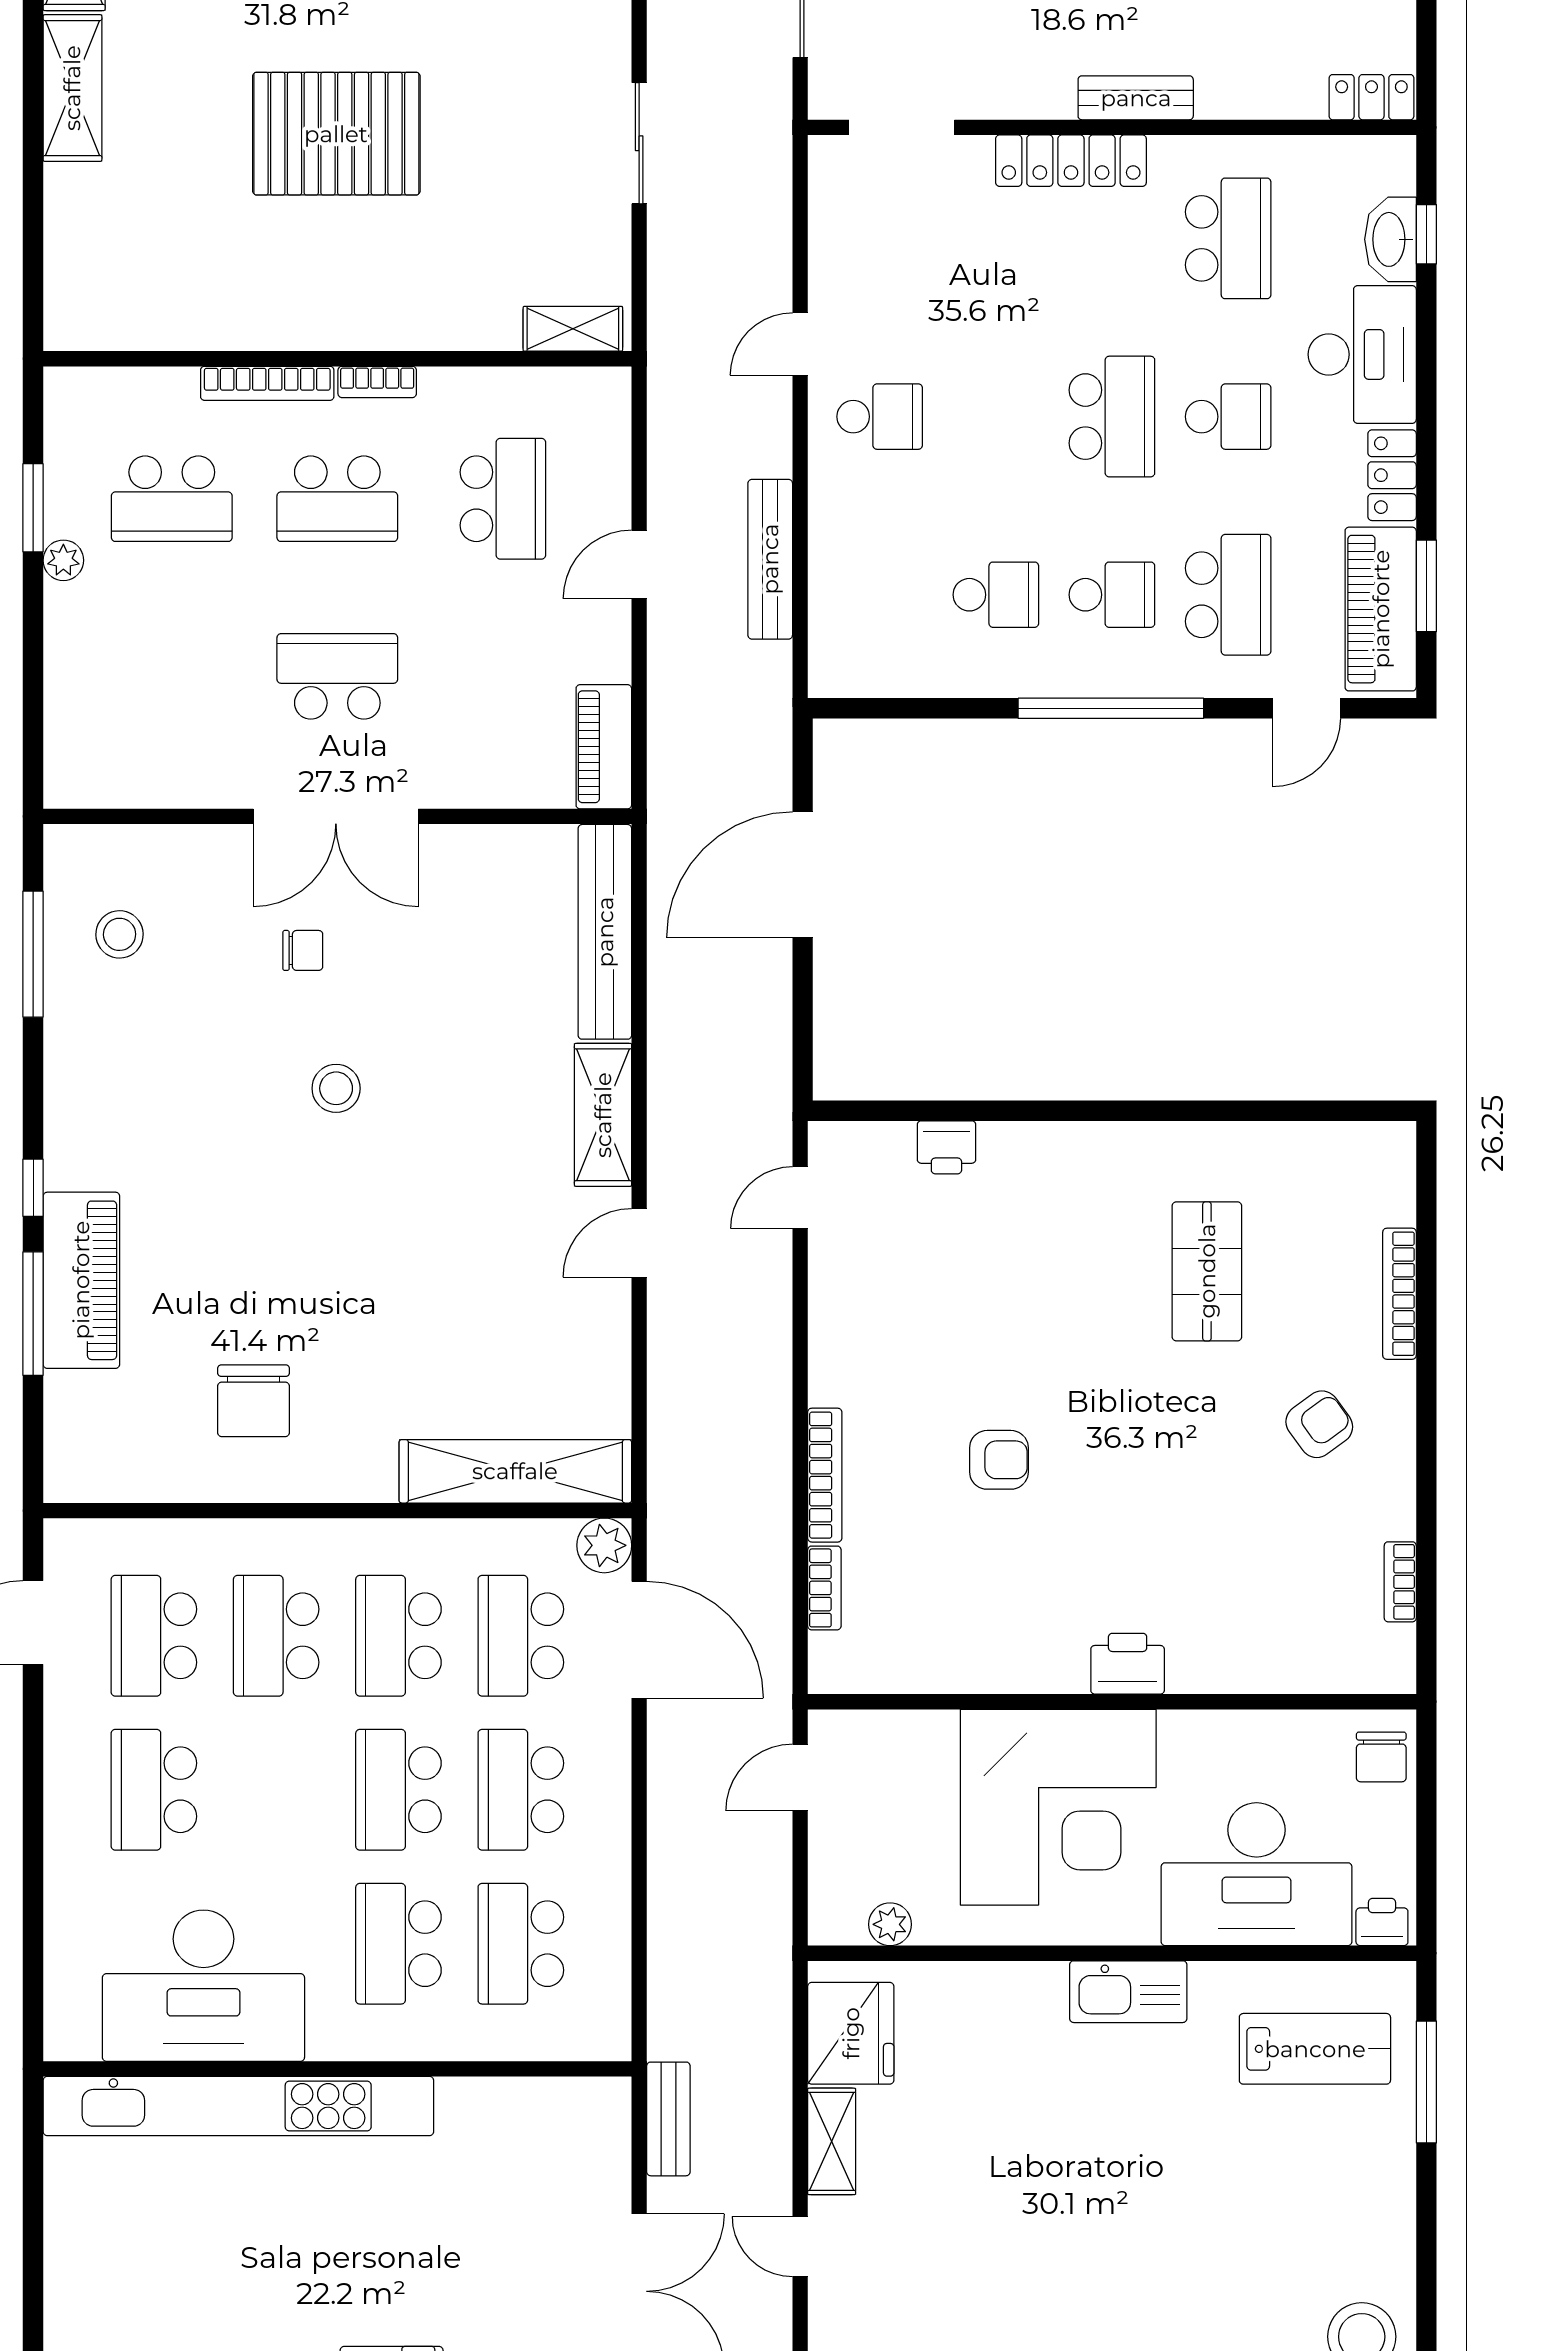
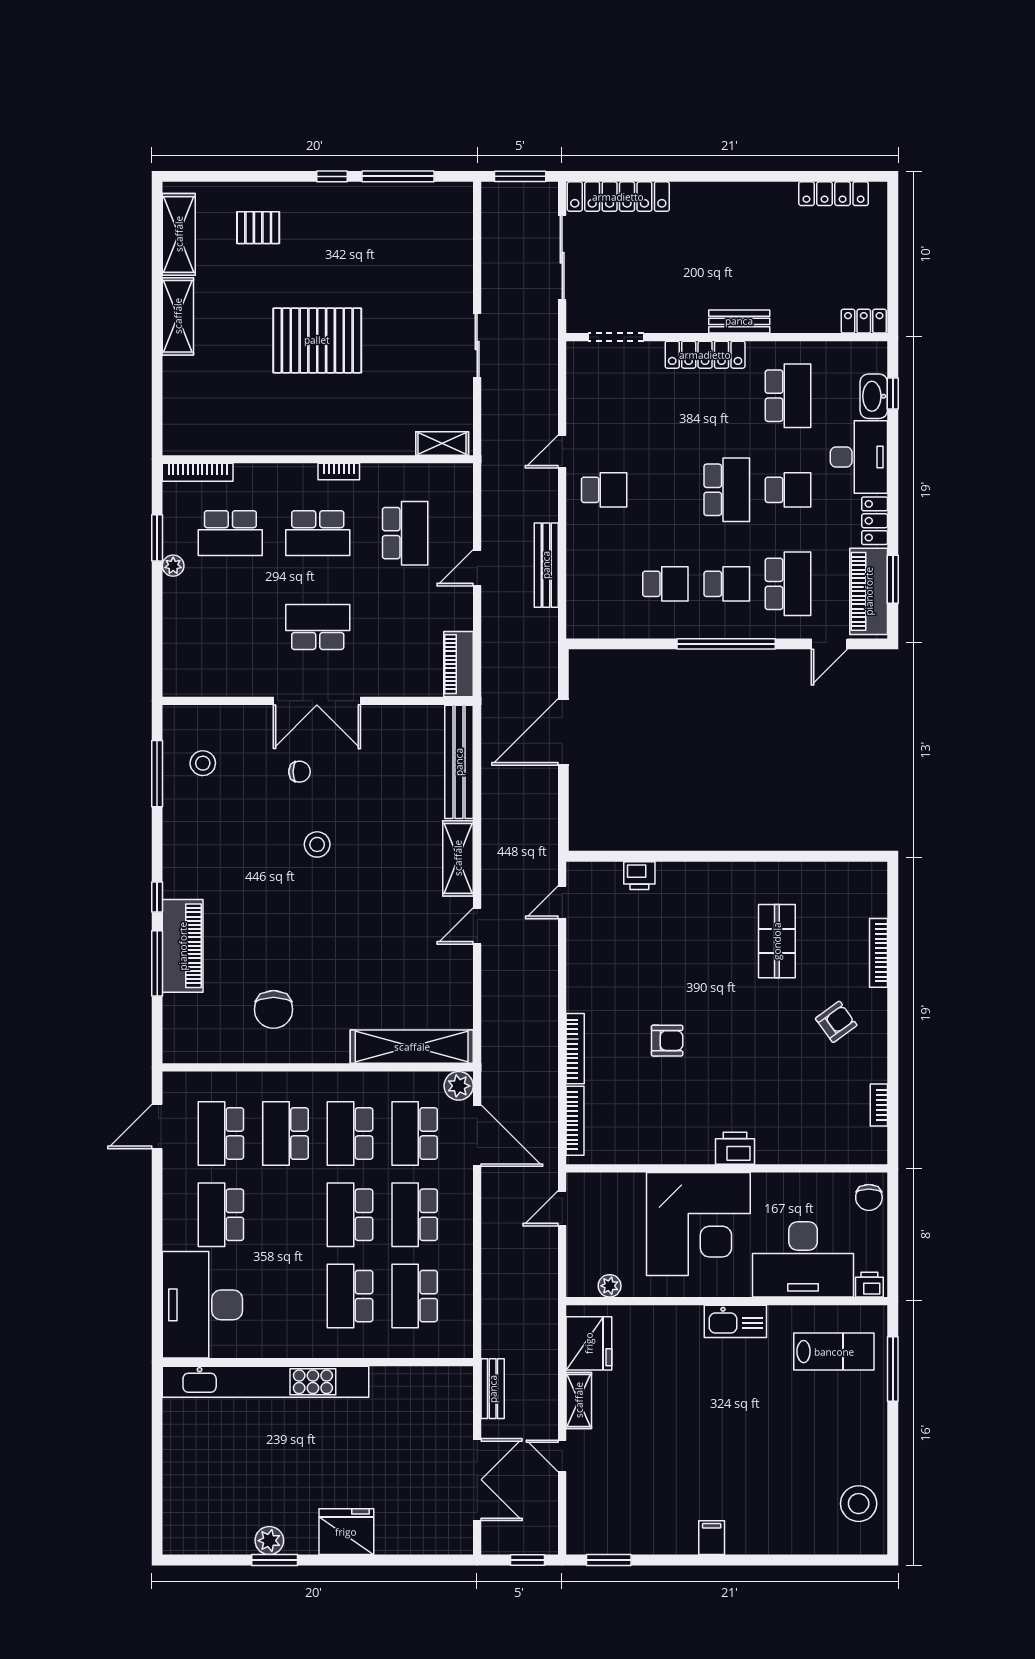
bookcase: (267, 383) -> (198, 472), moved
bookcase: (824, 1588) -> (575, 1121), width x1.56
desk: (203, 1986) -> (202, 1305), moved, turned 90

